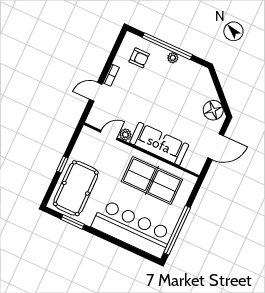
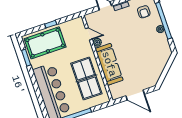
floor lamp: (213, 110) -> (153, 76), removed

